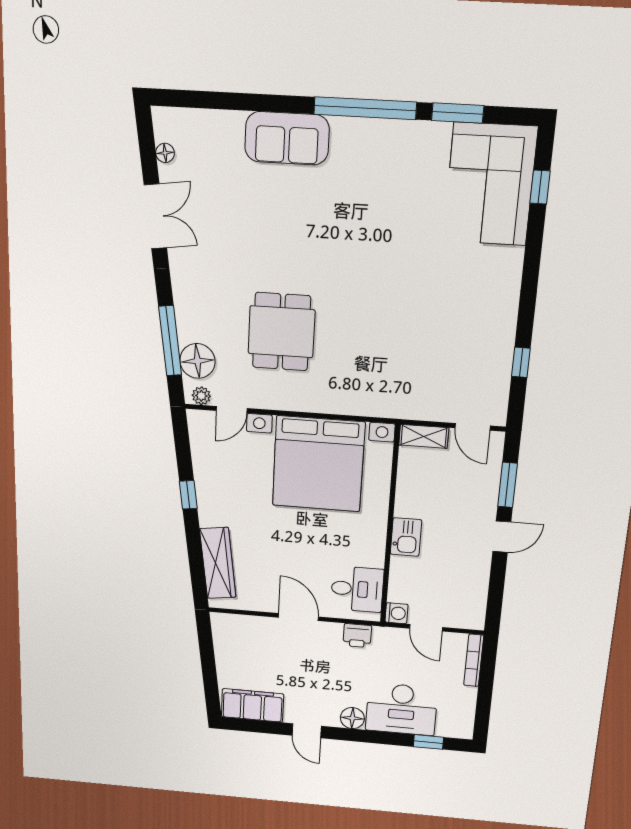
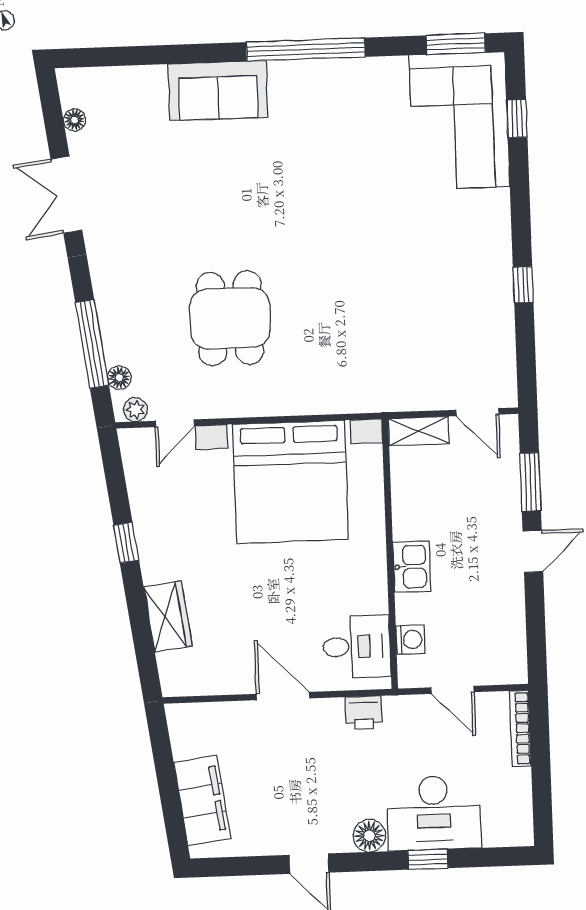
window: (458, 113) -> (456, 44), moved
double door: (155, 216) -> (66, 195), swing flipped
floor lamp: (197, 361) -> (119, 378), width x0.53, depth x0.53
window: (521, 362) -> (523, 285), moved
wardrobe: (218, 563) -> (168, 616), width x0.67
washing machine: (397, 613) -> (410, 640), moved
filing cabinet: (252, 705) -> (202, 800), moved, turned 82
window: (428, 742) -> (428, 859), moved

